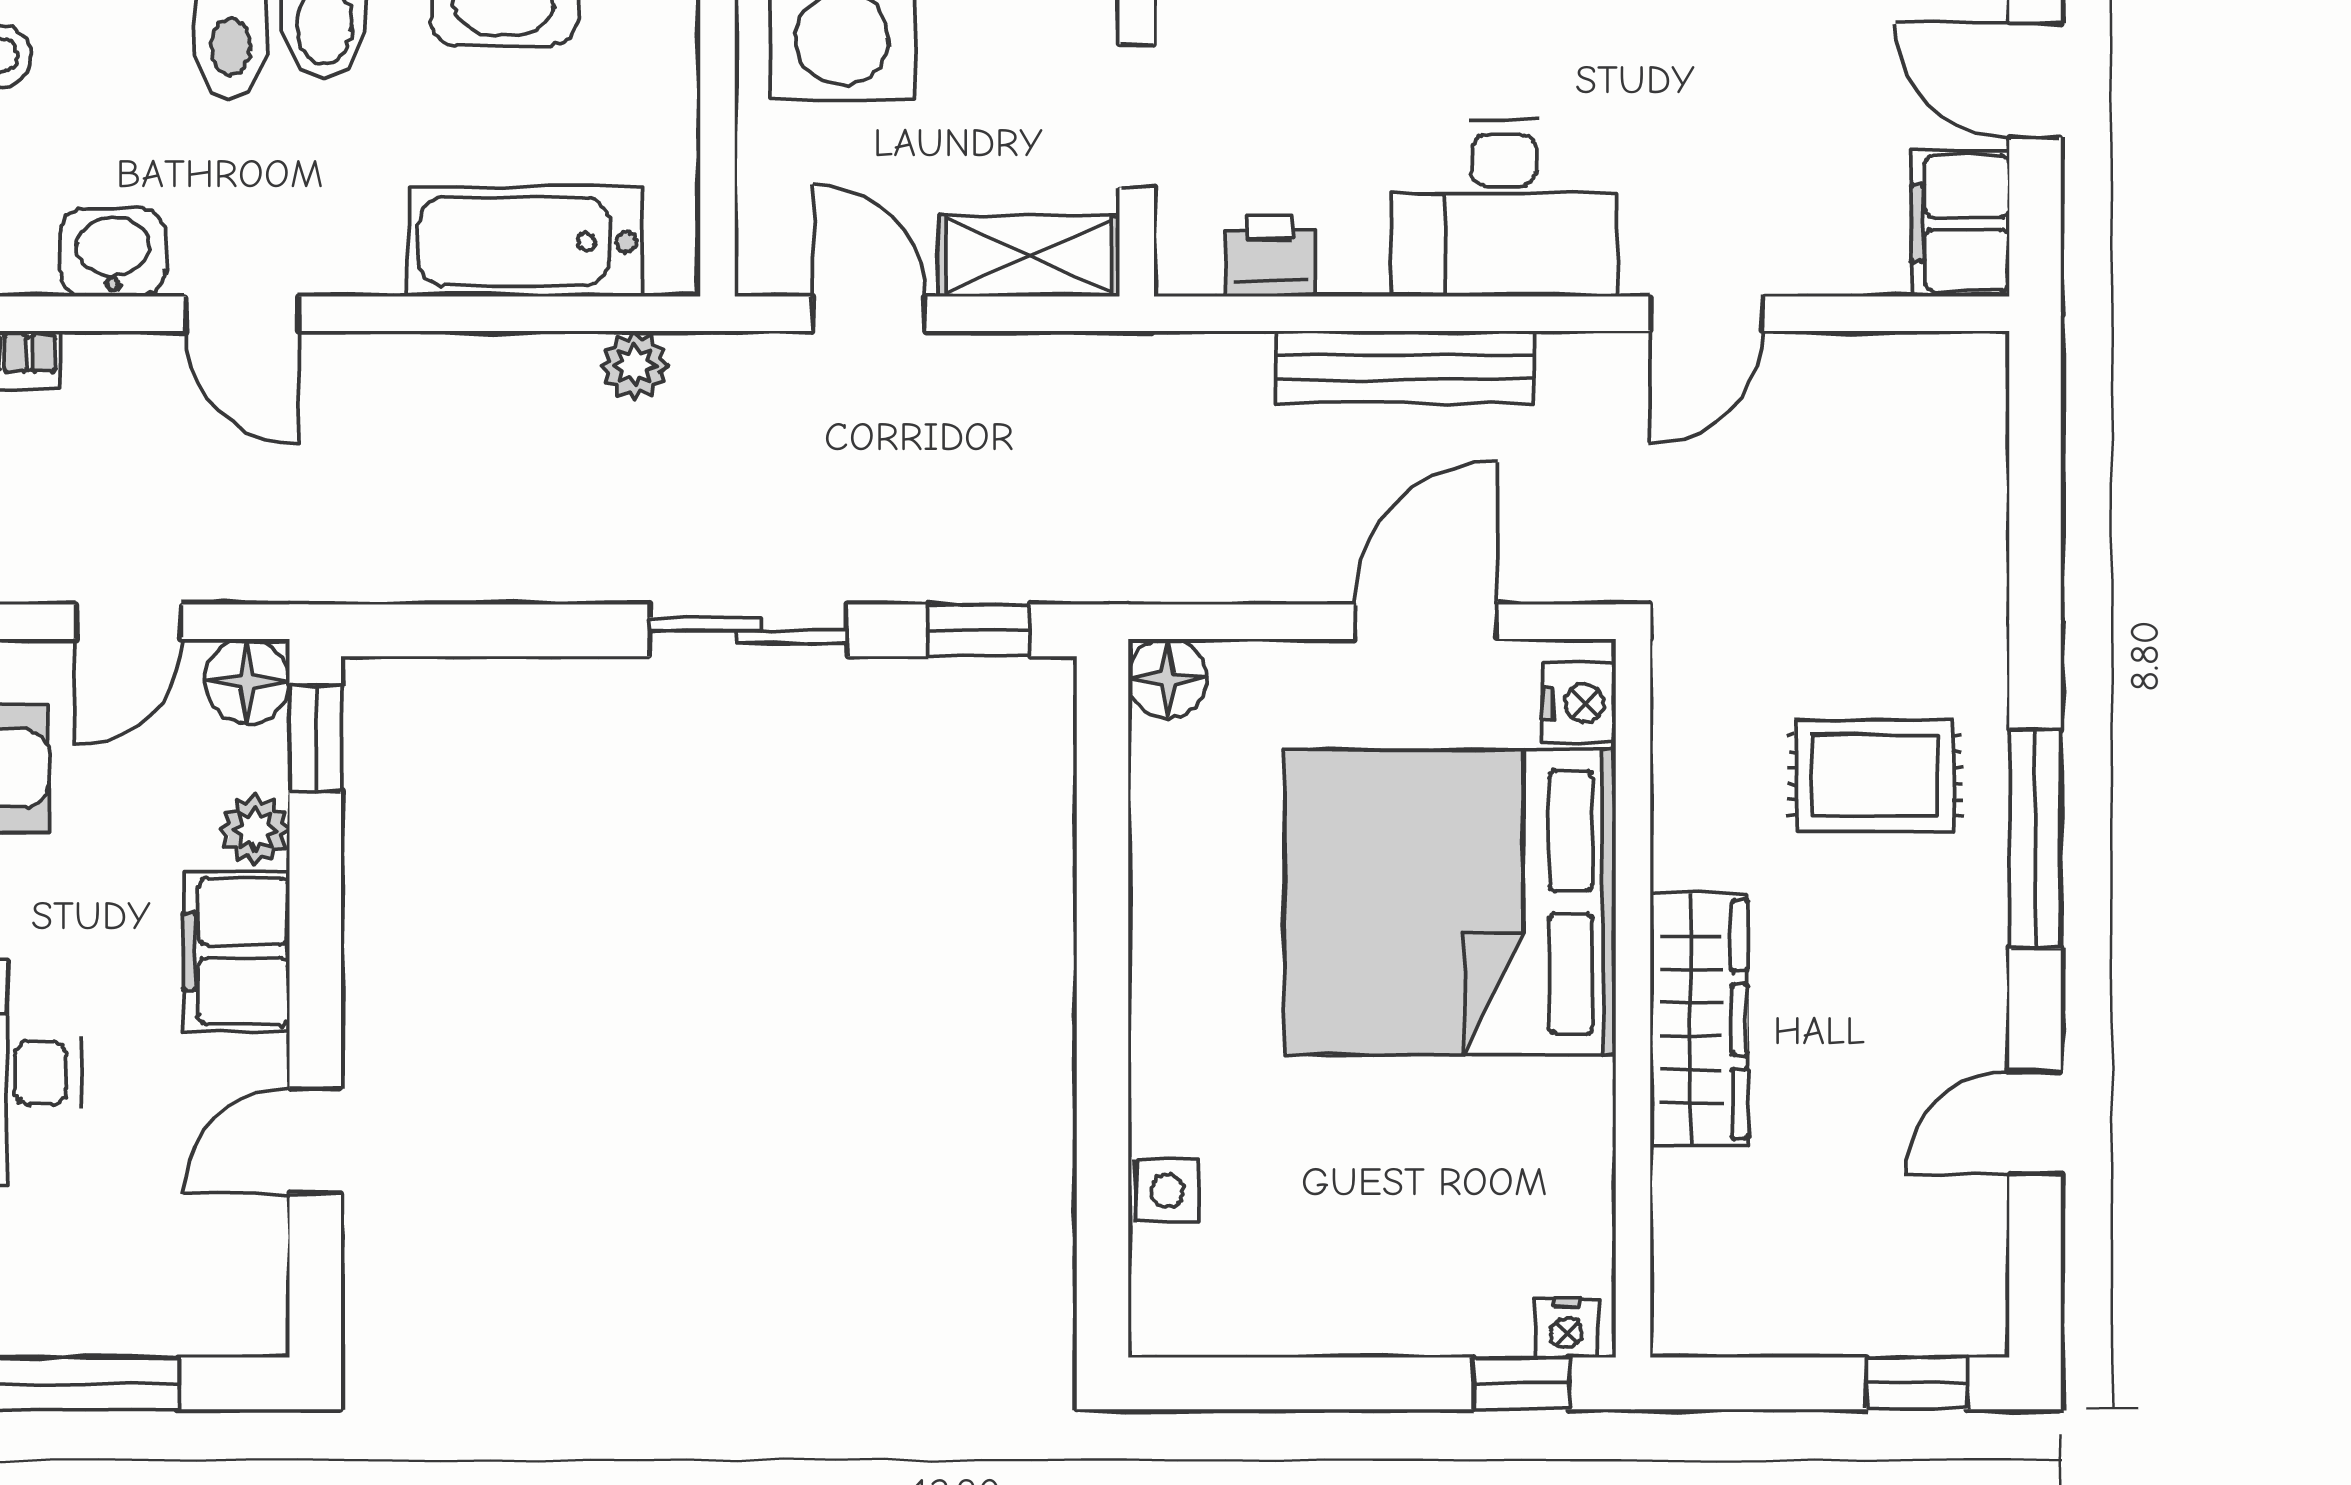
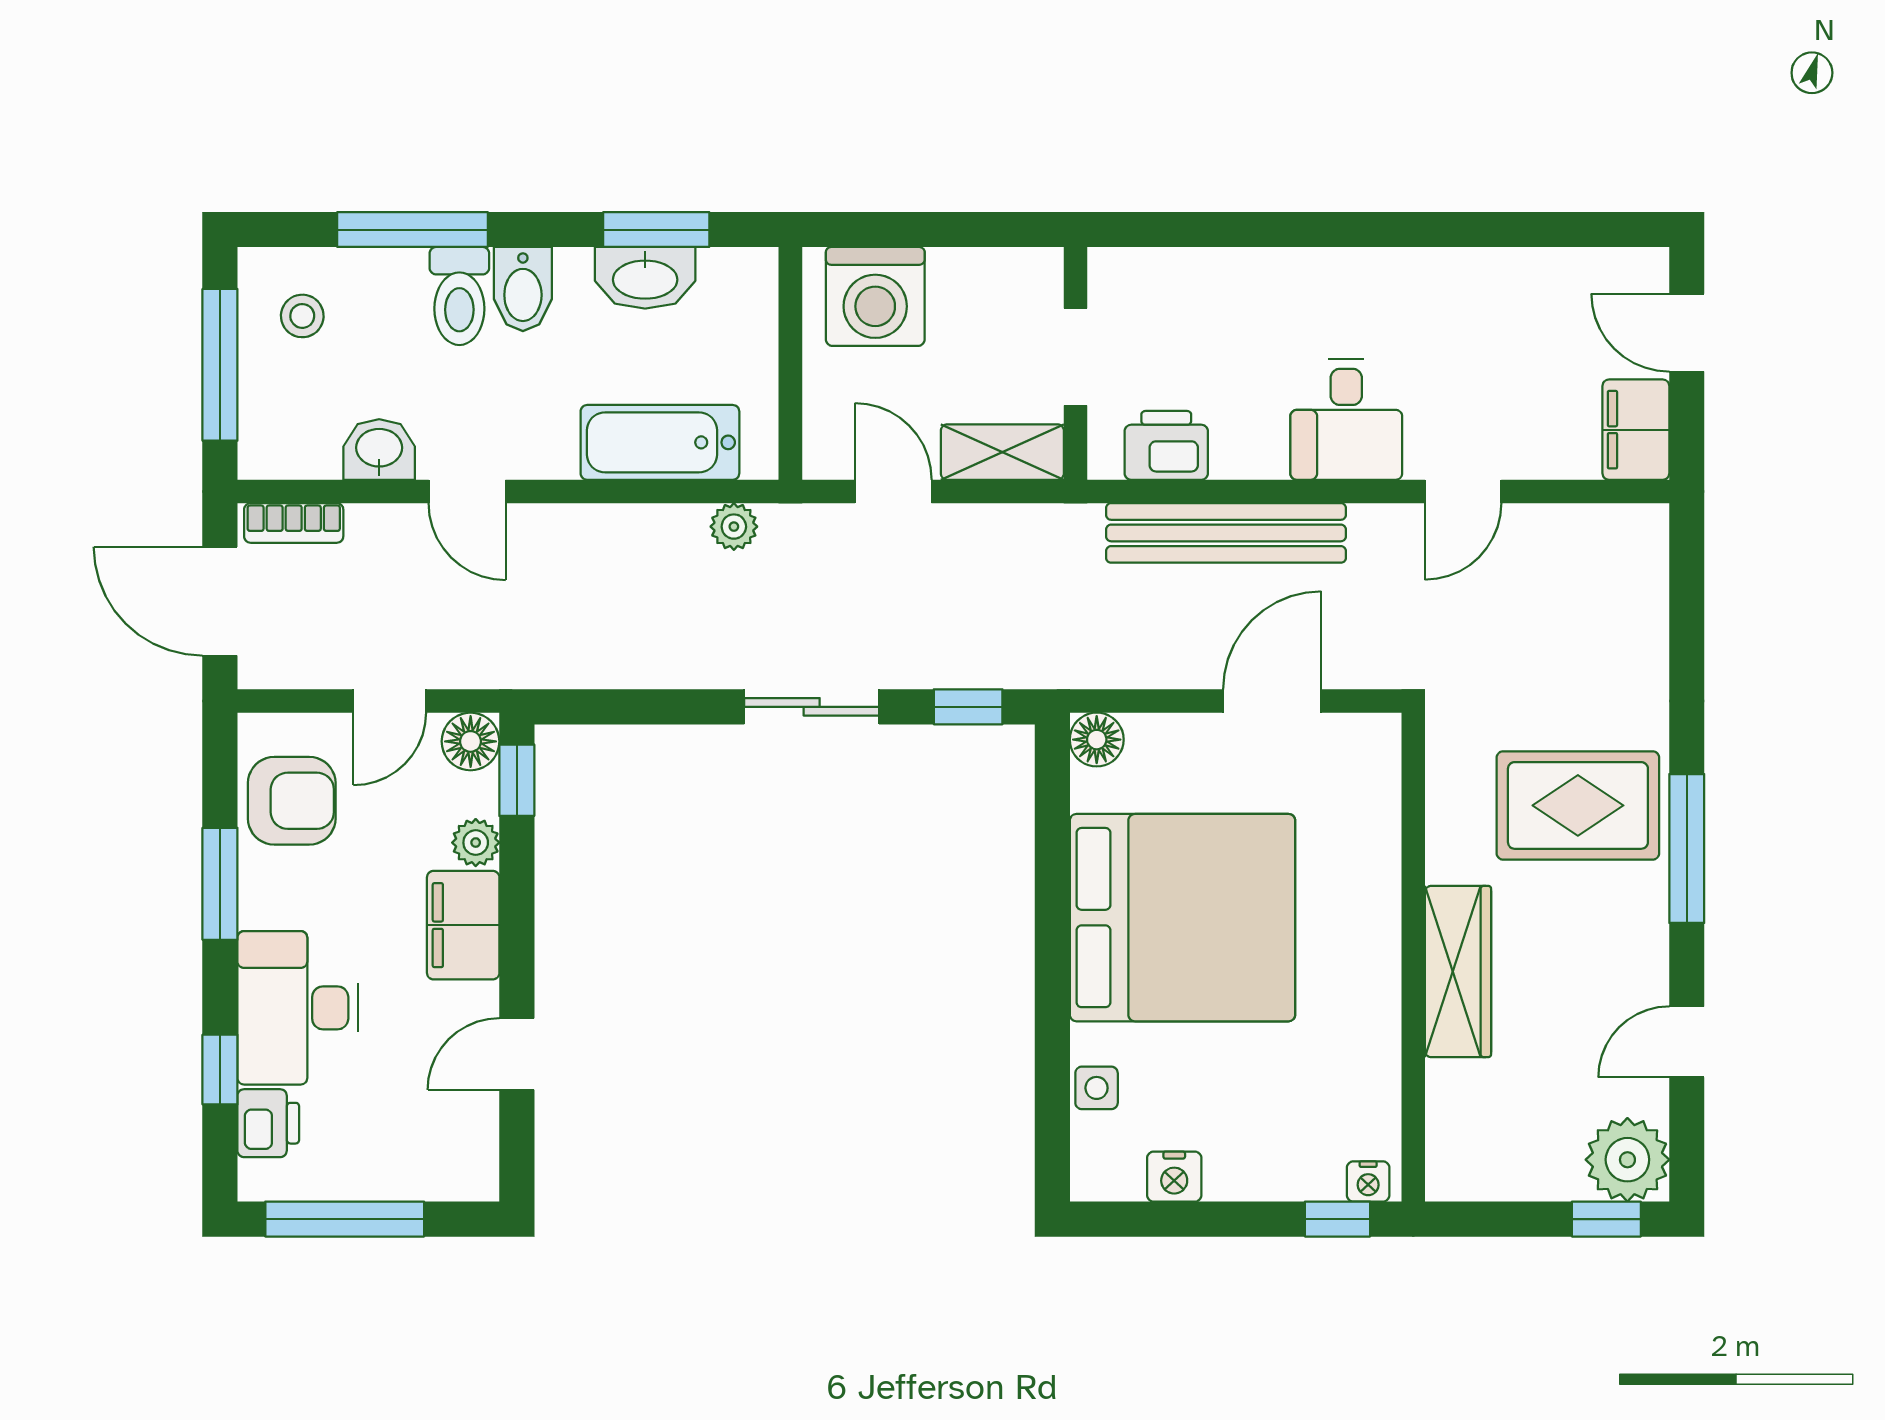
desk: (1504, 208) -> (1346, 419), width x0.73
printer: (1270, 256) -> (1166, 445), width x1.36, depth x1.24
bench: (1405, 367) -> (1226, 533), width x1.37, depth x1.21
nightstand: (1579, 703) -> (1174, 1177), moved, turned 90
rug: (1875, 775) -> (1578, 805), width x1.36, depth x1.43
bed: (1450, 902) -> (1182, 918), moved, turned 180
plant: (1948, 1296) -> (1627, 1160), added

